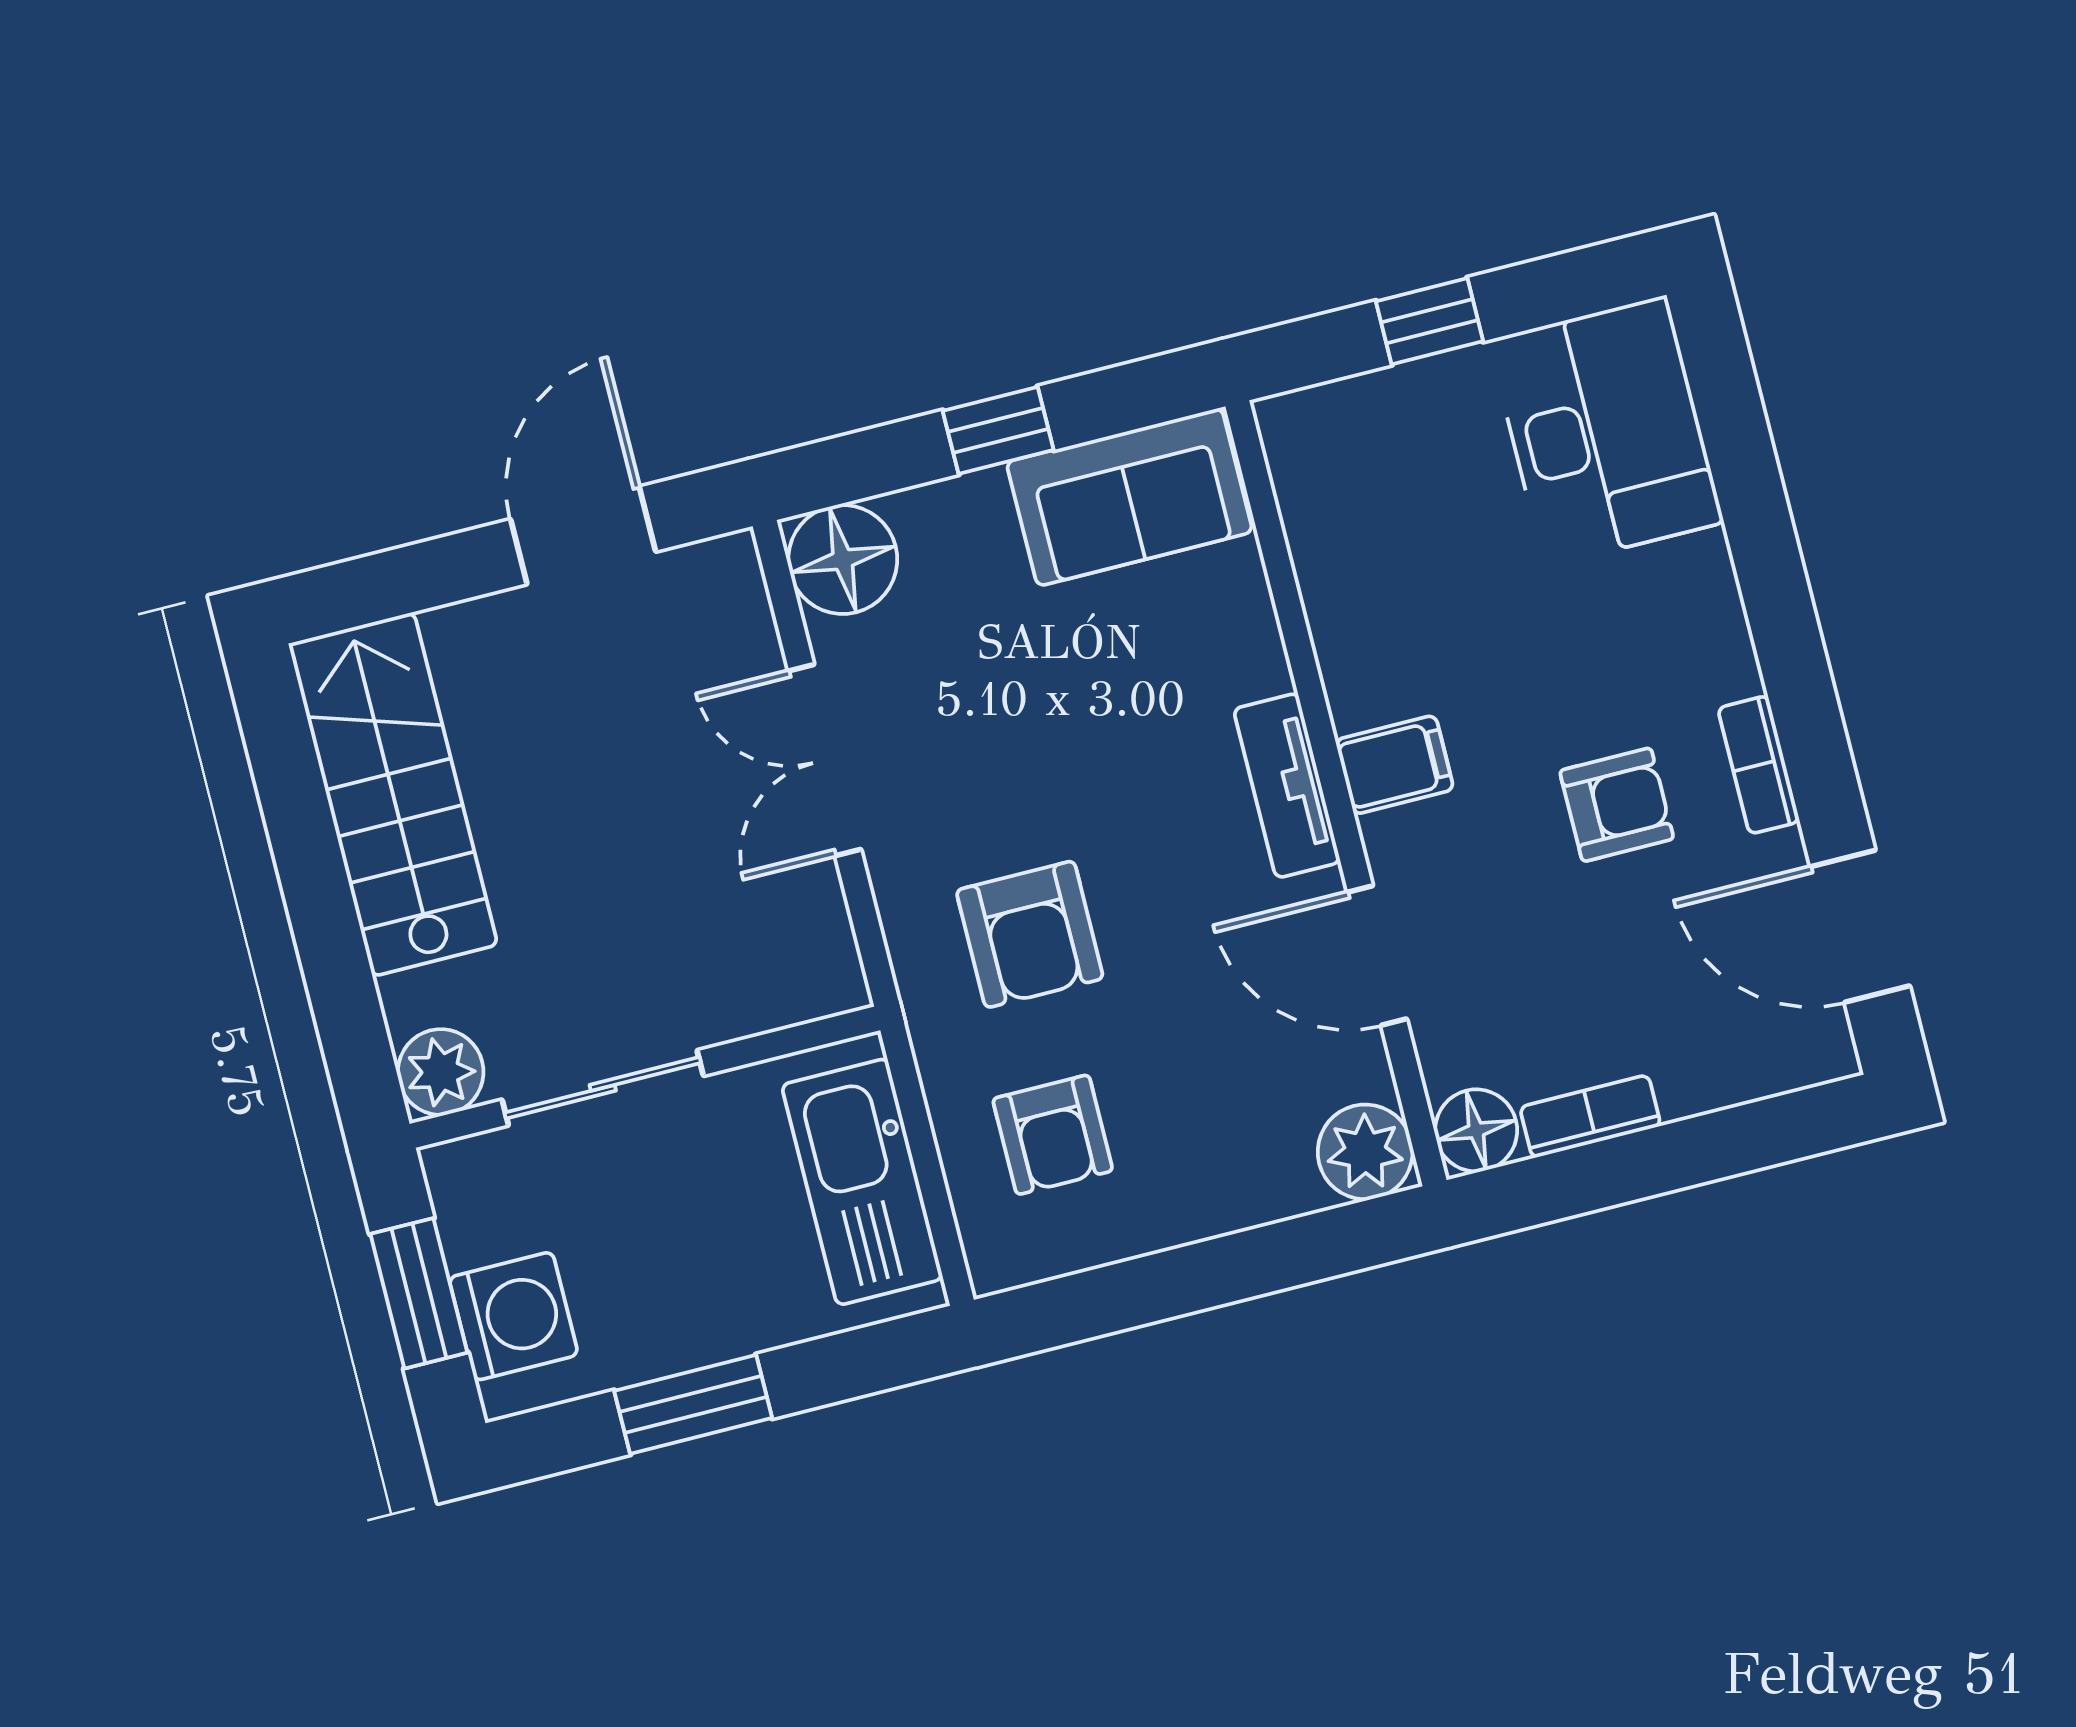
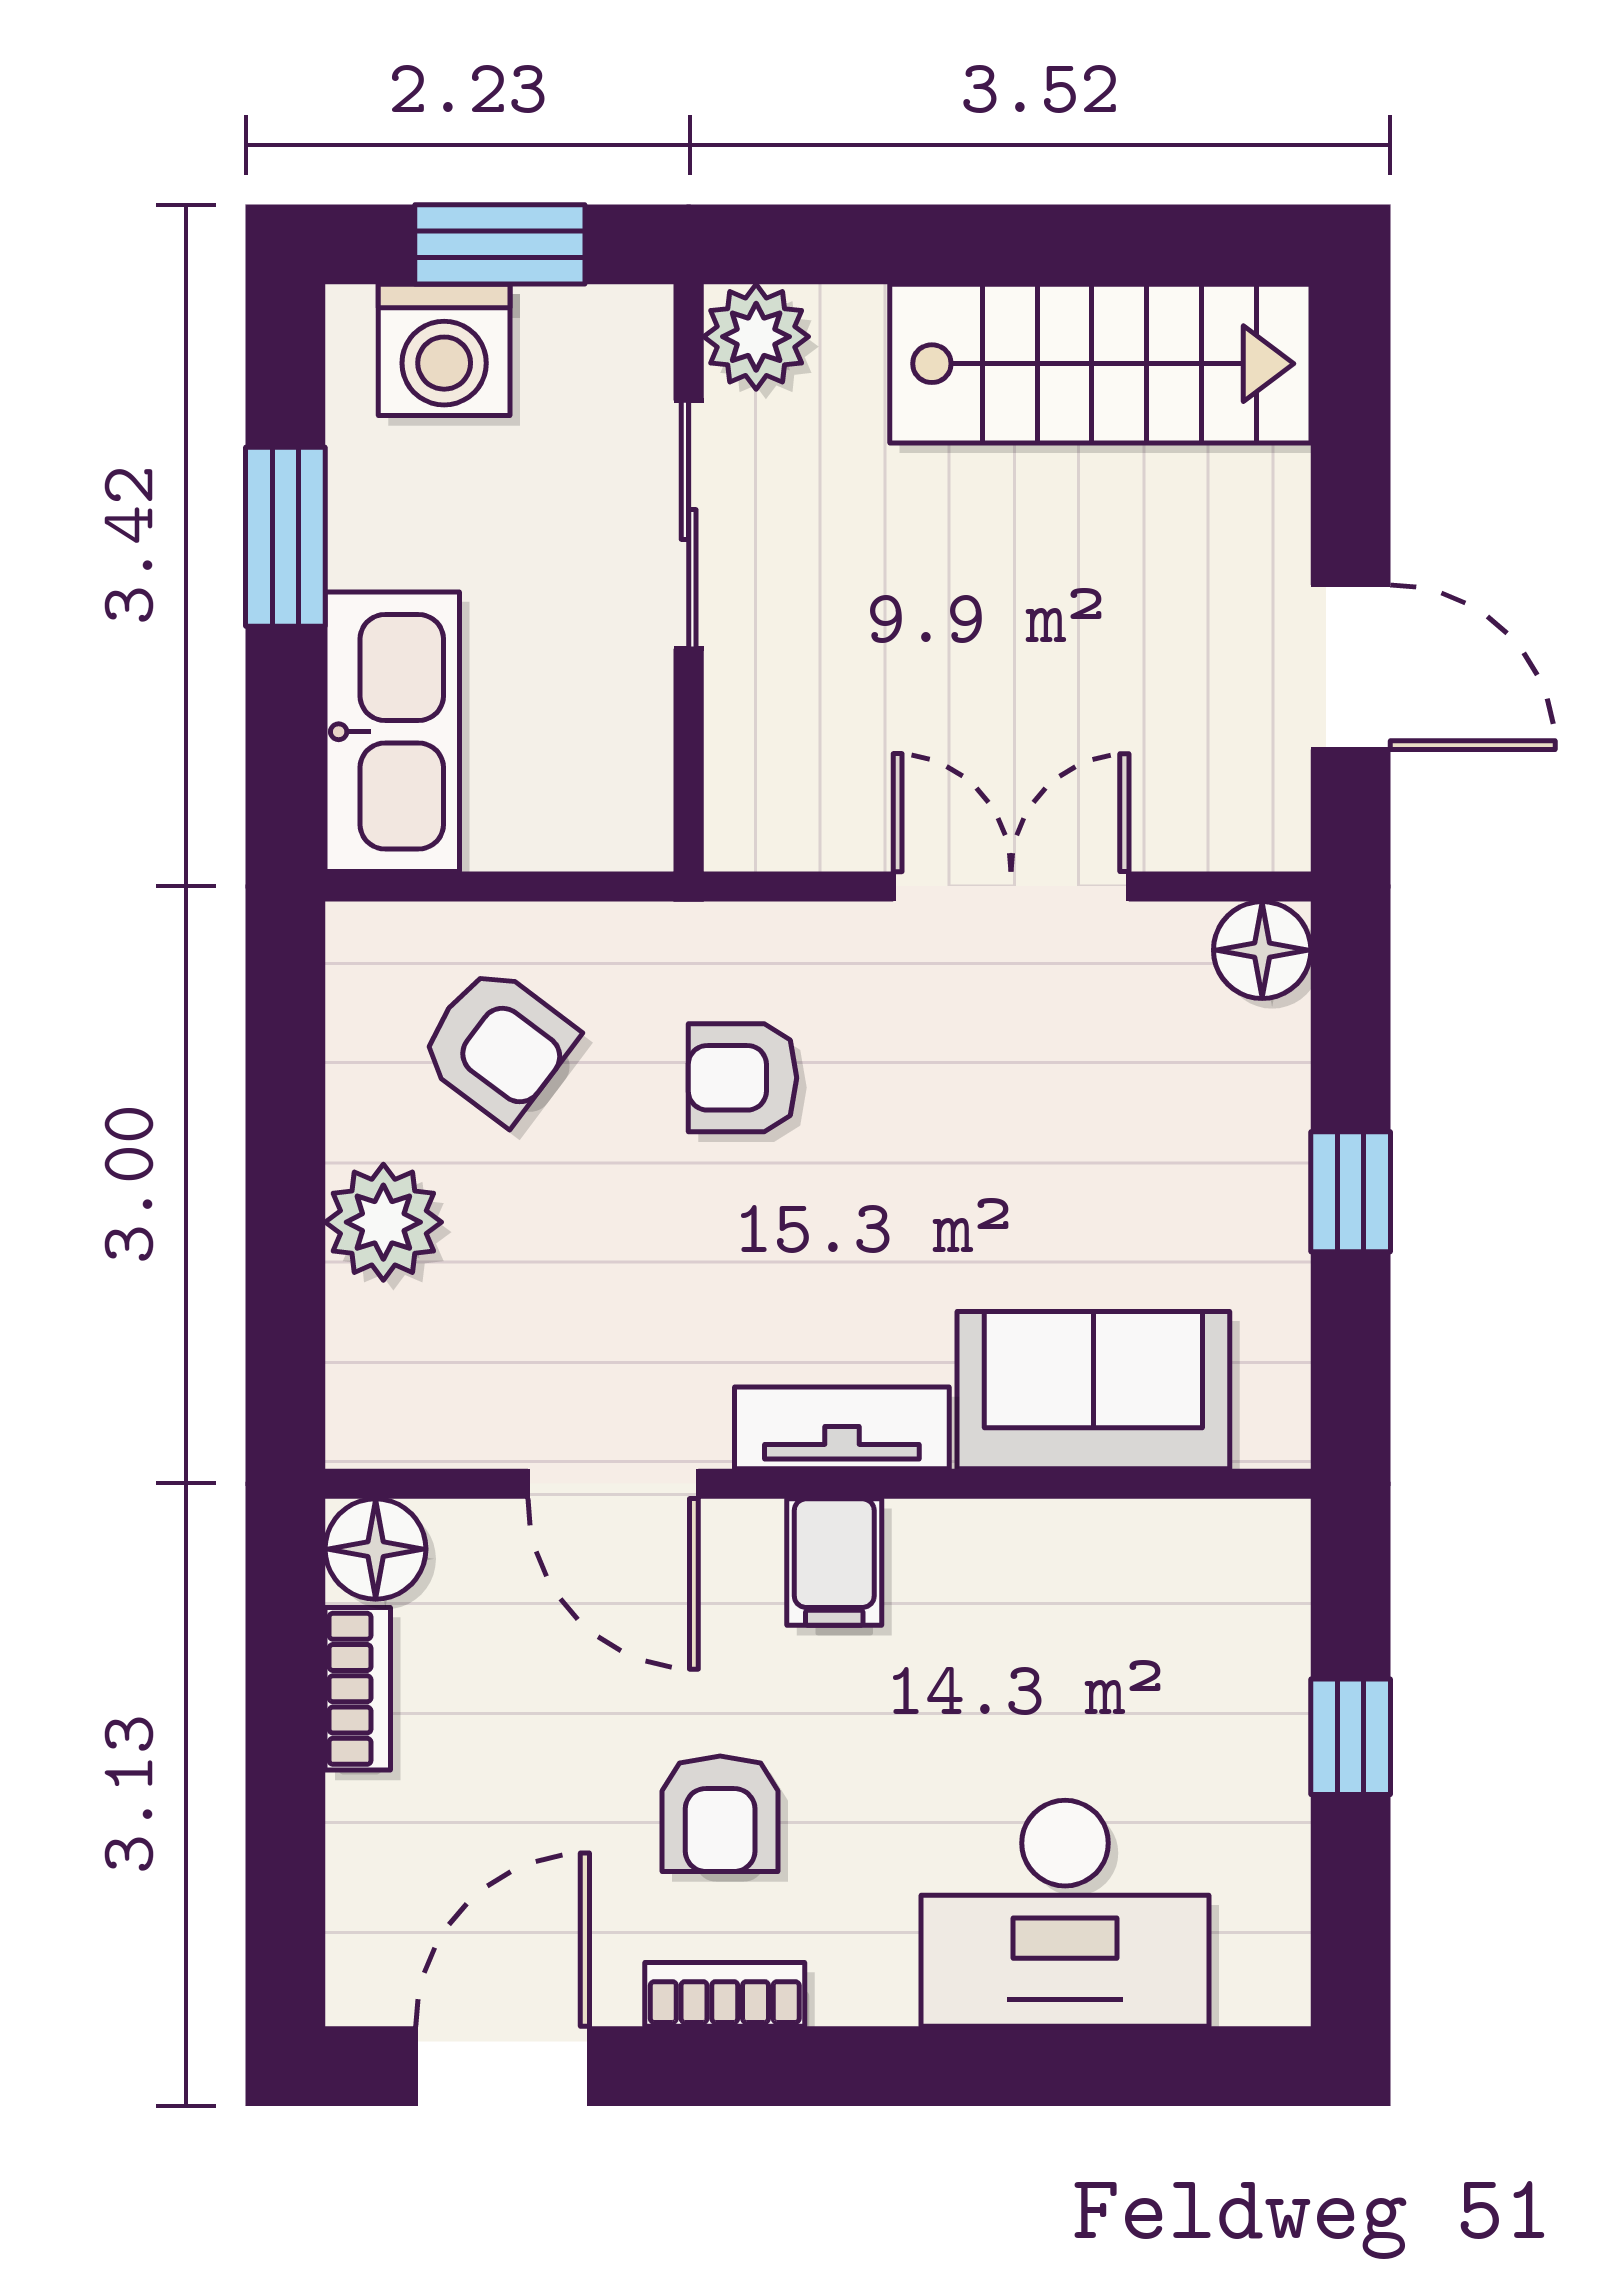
desk: (1606, 431) -> (1065, 1913), moved
sofa: (1130, 497) -> (1093, 1390), moved, turned 90
floor lamp: (843, 559) -> (1262, 950), width x0.73, depth x0.73
armchair: (1030, 934) -> (742, 1078), width x0.72, depth x0.72
door: (1377, 955) -> (613, 1484), swing flipped
armchair: (1053, 1135) -> (498, 1045), turned -143
plant: (1365, 1152) -> (383, 1222), moved
kitchen sink: (862, 1182) -> (392, 732), moved, turned 90

